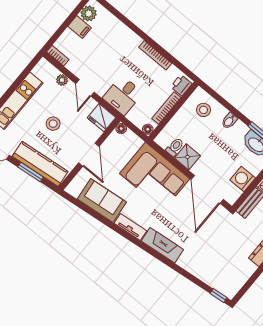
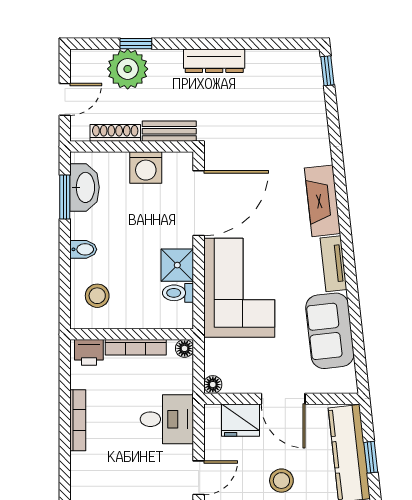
fridge: (102, 118) -> (240, 420), moved, turned 90
door: (89, 155) -> (283, 399), swing flipped
window: (30, 172) -> (371, 457), width x0.67

